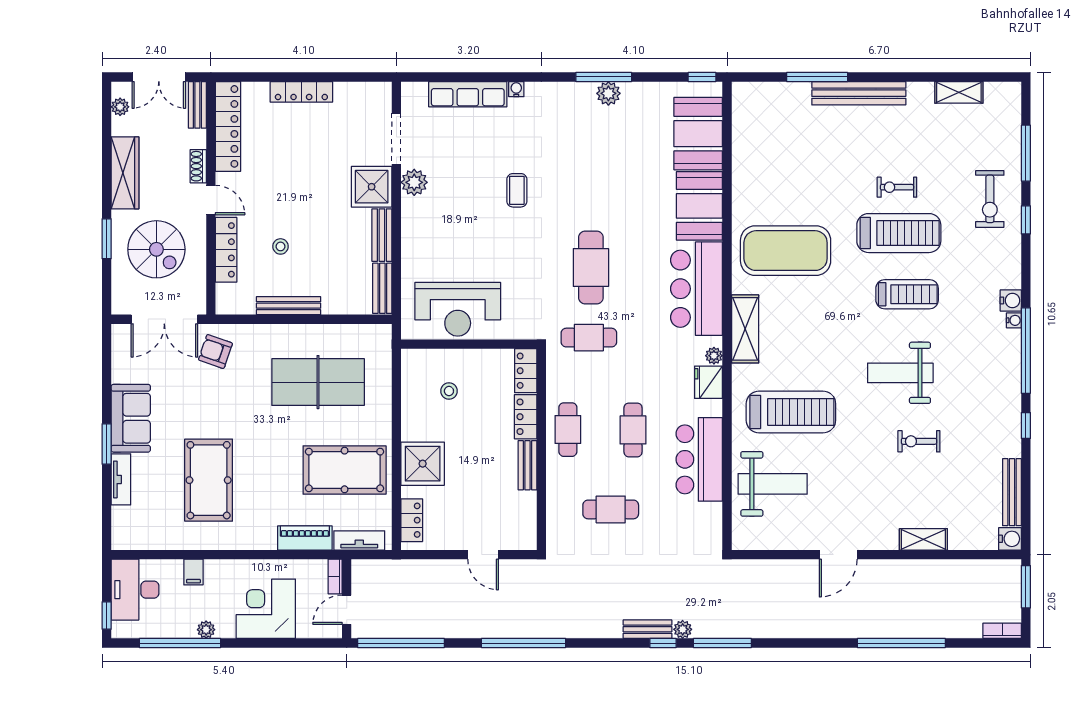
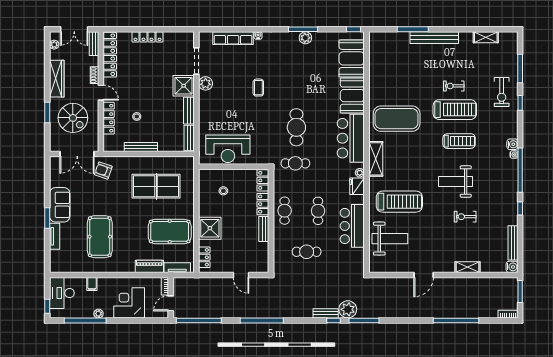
plant: (683, 629) -> (348, 309), width x1.88, depth x1.88

